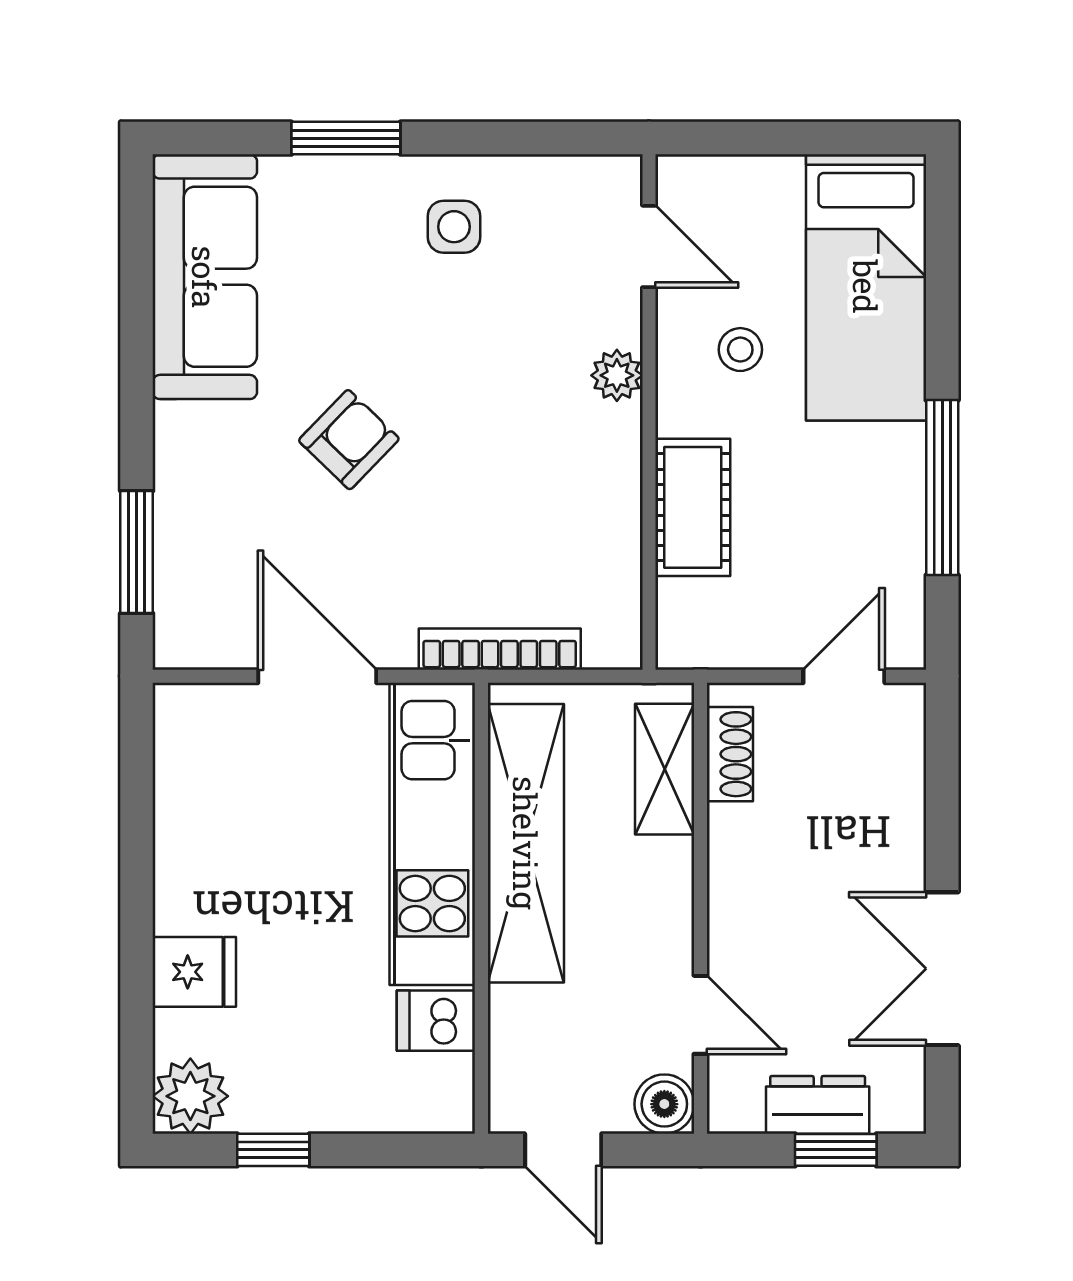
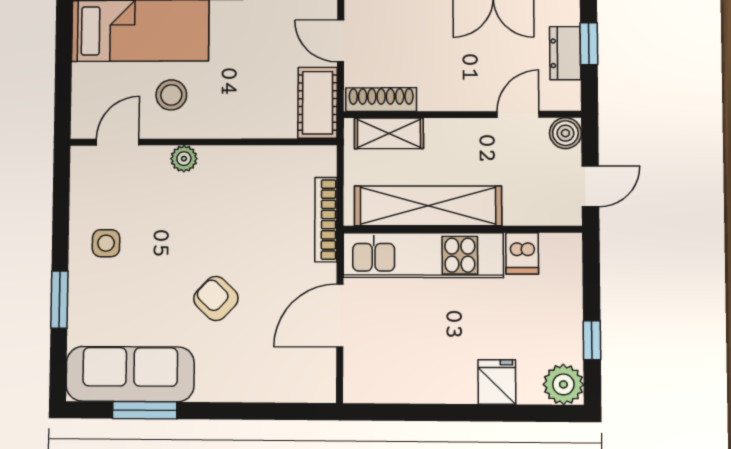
stool: (740, 350) -> (171, 95), width x1.37, depth x1.37
cot: (693, 507) -> (318, 103), moved, turned 90
window: (137, 552) -> (145, 410), moved
shoe rack: (730, 754) -> (381, 100), width x1.43

